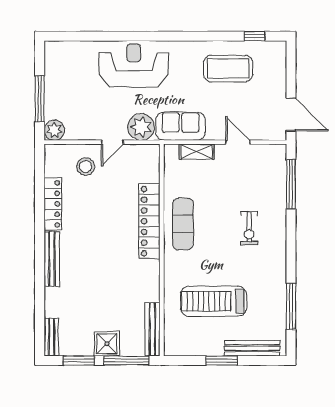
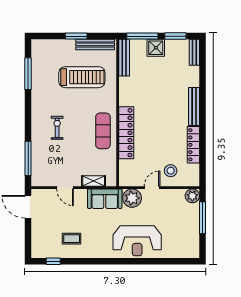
coffee table: (228, 69) -> (72, 239), width x0.54, depth x0.58
bench: (252, 348) -> (95, 44), moved

